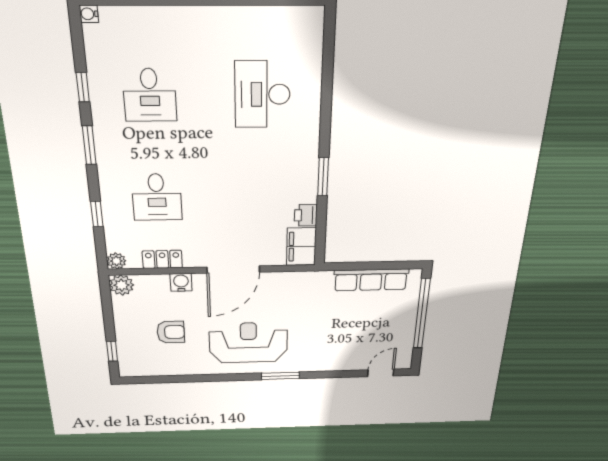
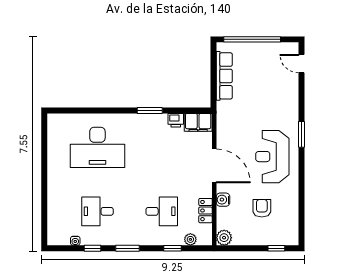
water cooler: (89, 14) -> (75, 241), moved
desk: (262, 94) -> (97, 147), width x1.36, depth x1.30
desk: (150, 95) -> (97, 211), turned 180
plant: (116, 261) -> (190, 239), moved

